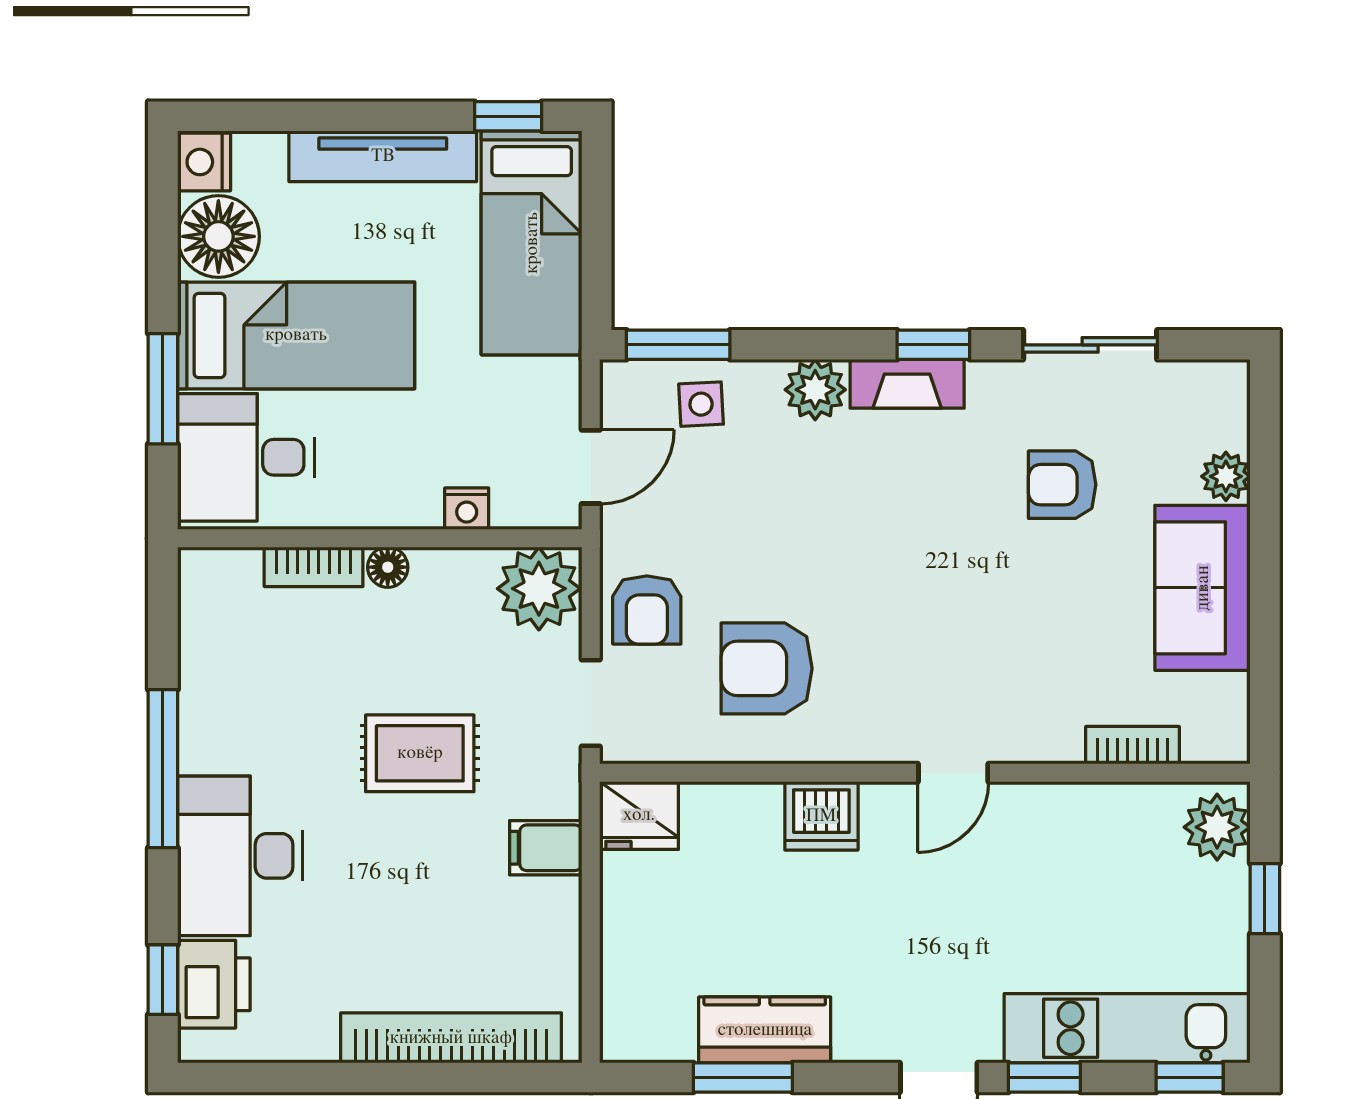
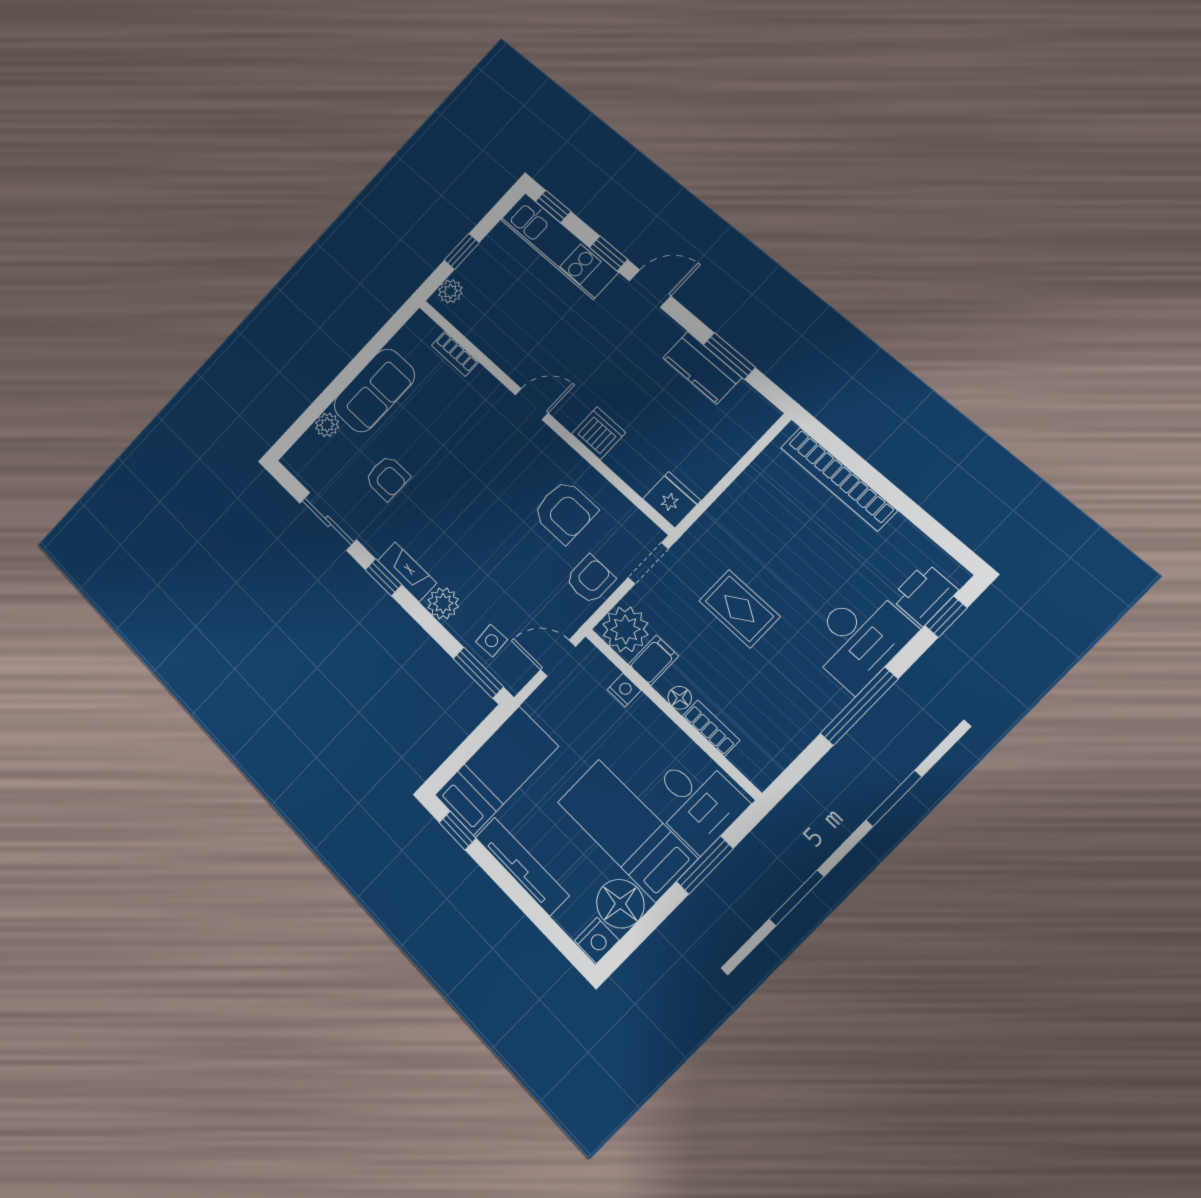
plant: (1217, 827) -> (450, 291), width x0.73, depth x0.73
filing cabinet: (546, 848) -> (654, 660), moved, turned -90

